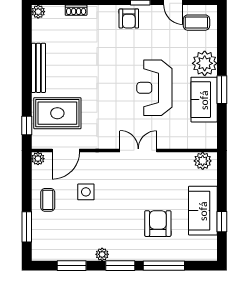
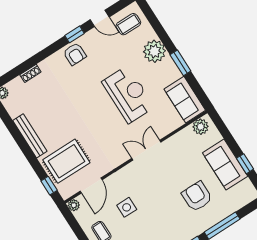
reception desk: (154, 88) -> (128, 94), turned 180
sofa: (204, 100) -> (185, 100), moved

